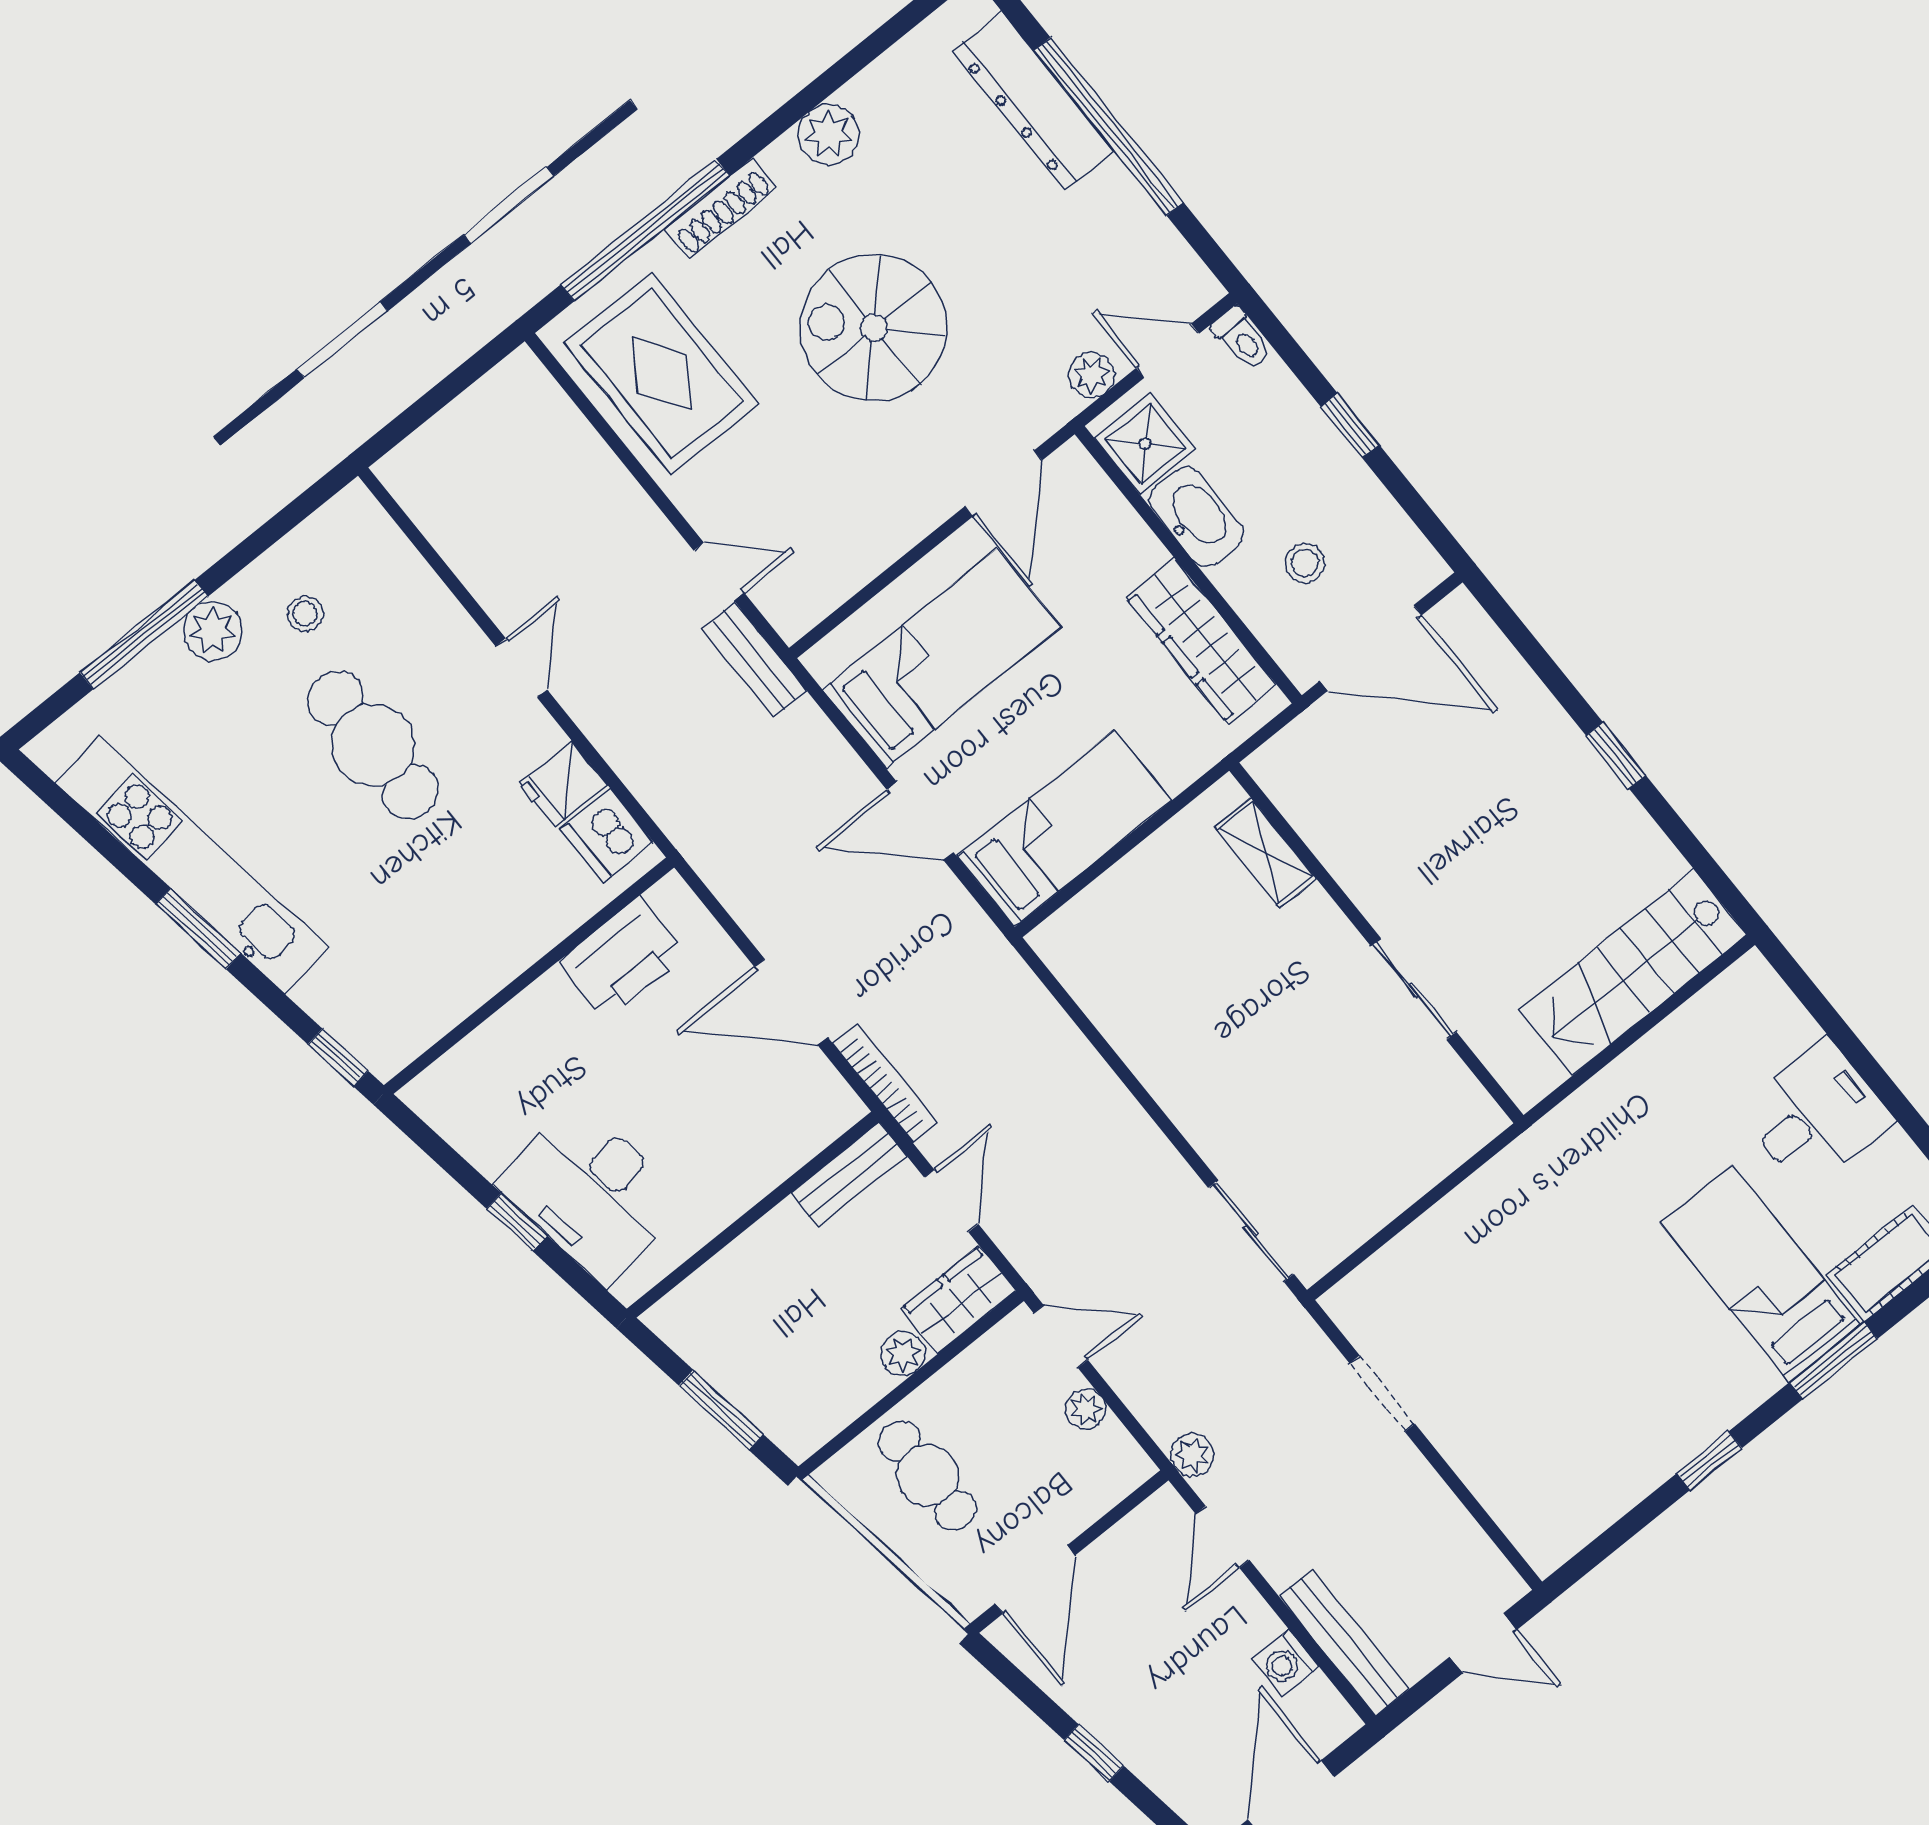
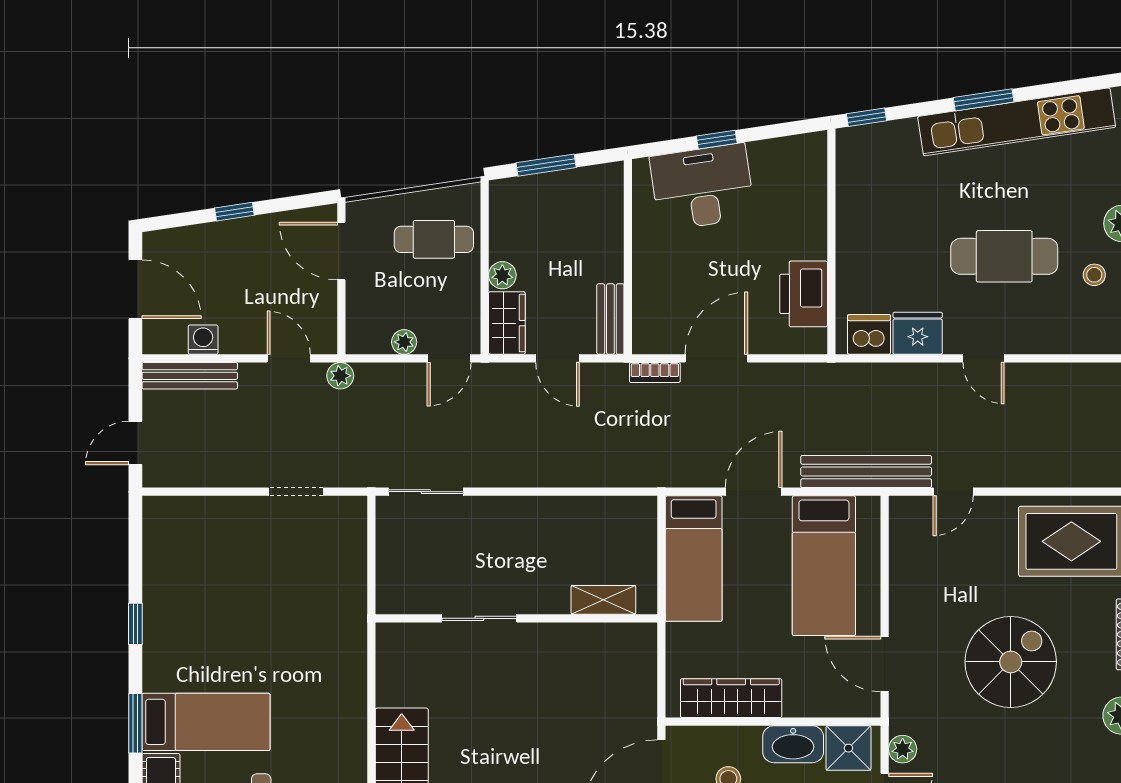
bench: (754, 660) -> (866, 471), width x1.86, depth x1.21
fridge: (563, 784) -> (918, 333), width x1.38
shelving: (1265, 853) -> (603, 600), moved
wall: (1376, 943) -> (516, 618), moved
sliding door: (1414, 989) -> (479, 618), moved
bookcase: (885, 1083) -> (655, 373), width x0.64

